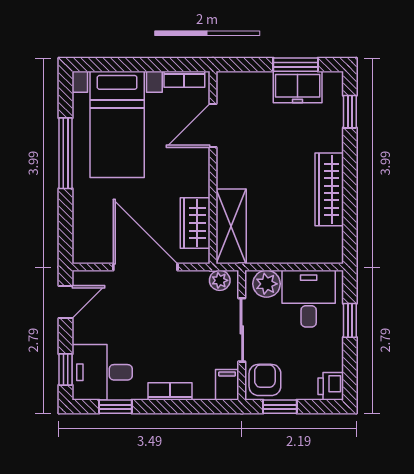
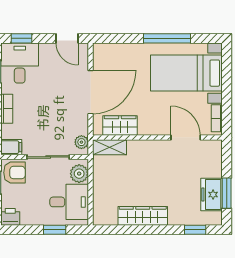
shelving: (231, 226) -> (109, 147), width x0.67, depth x0.75

